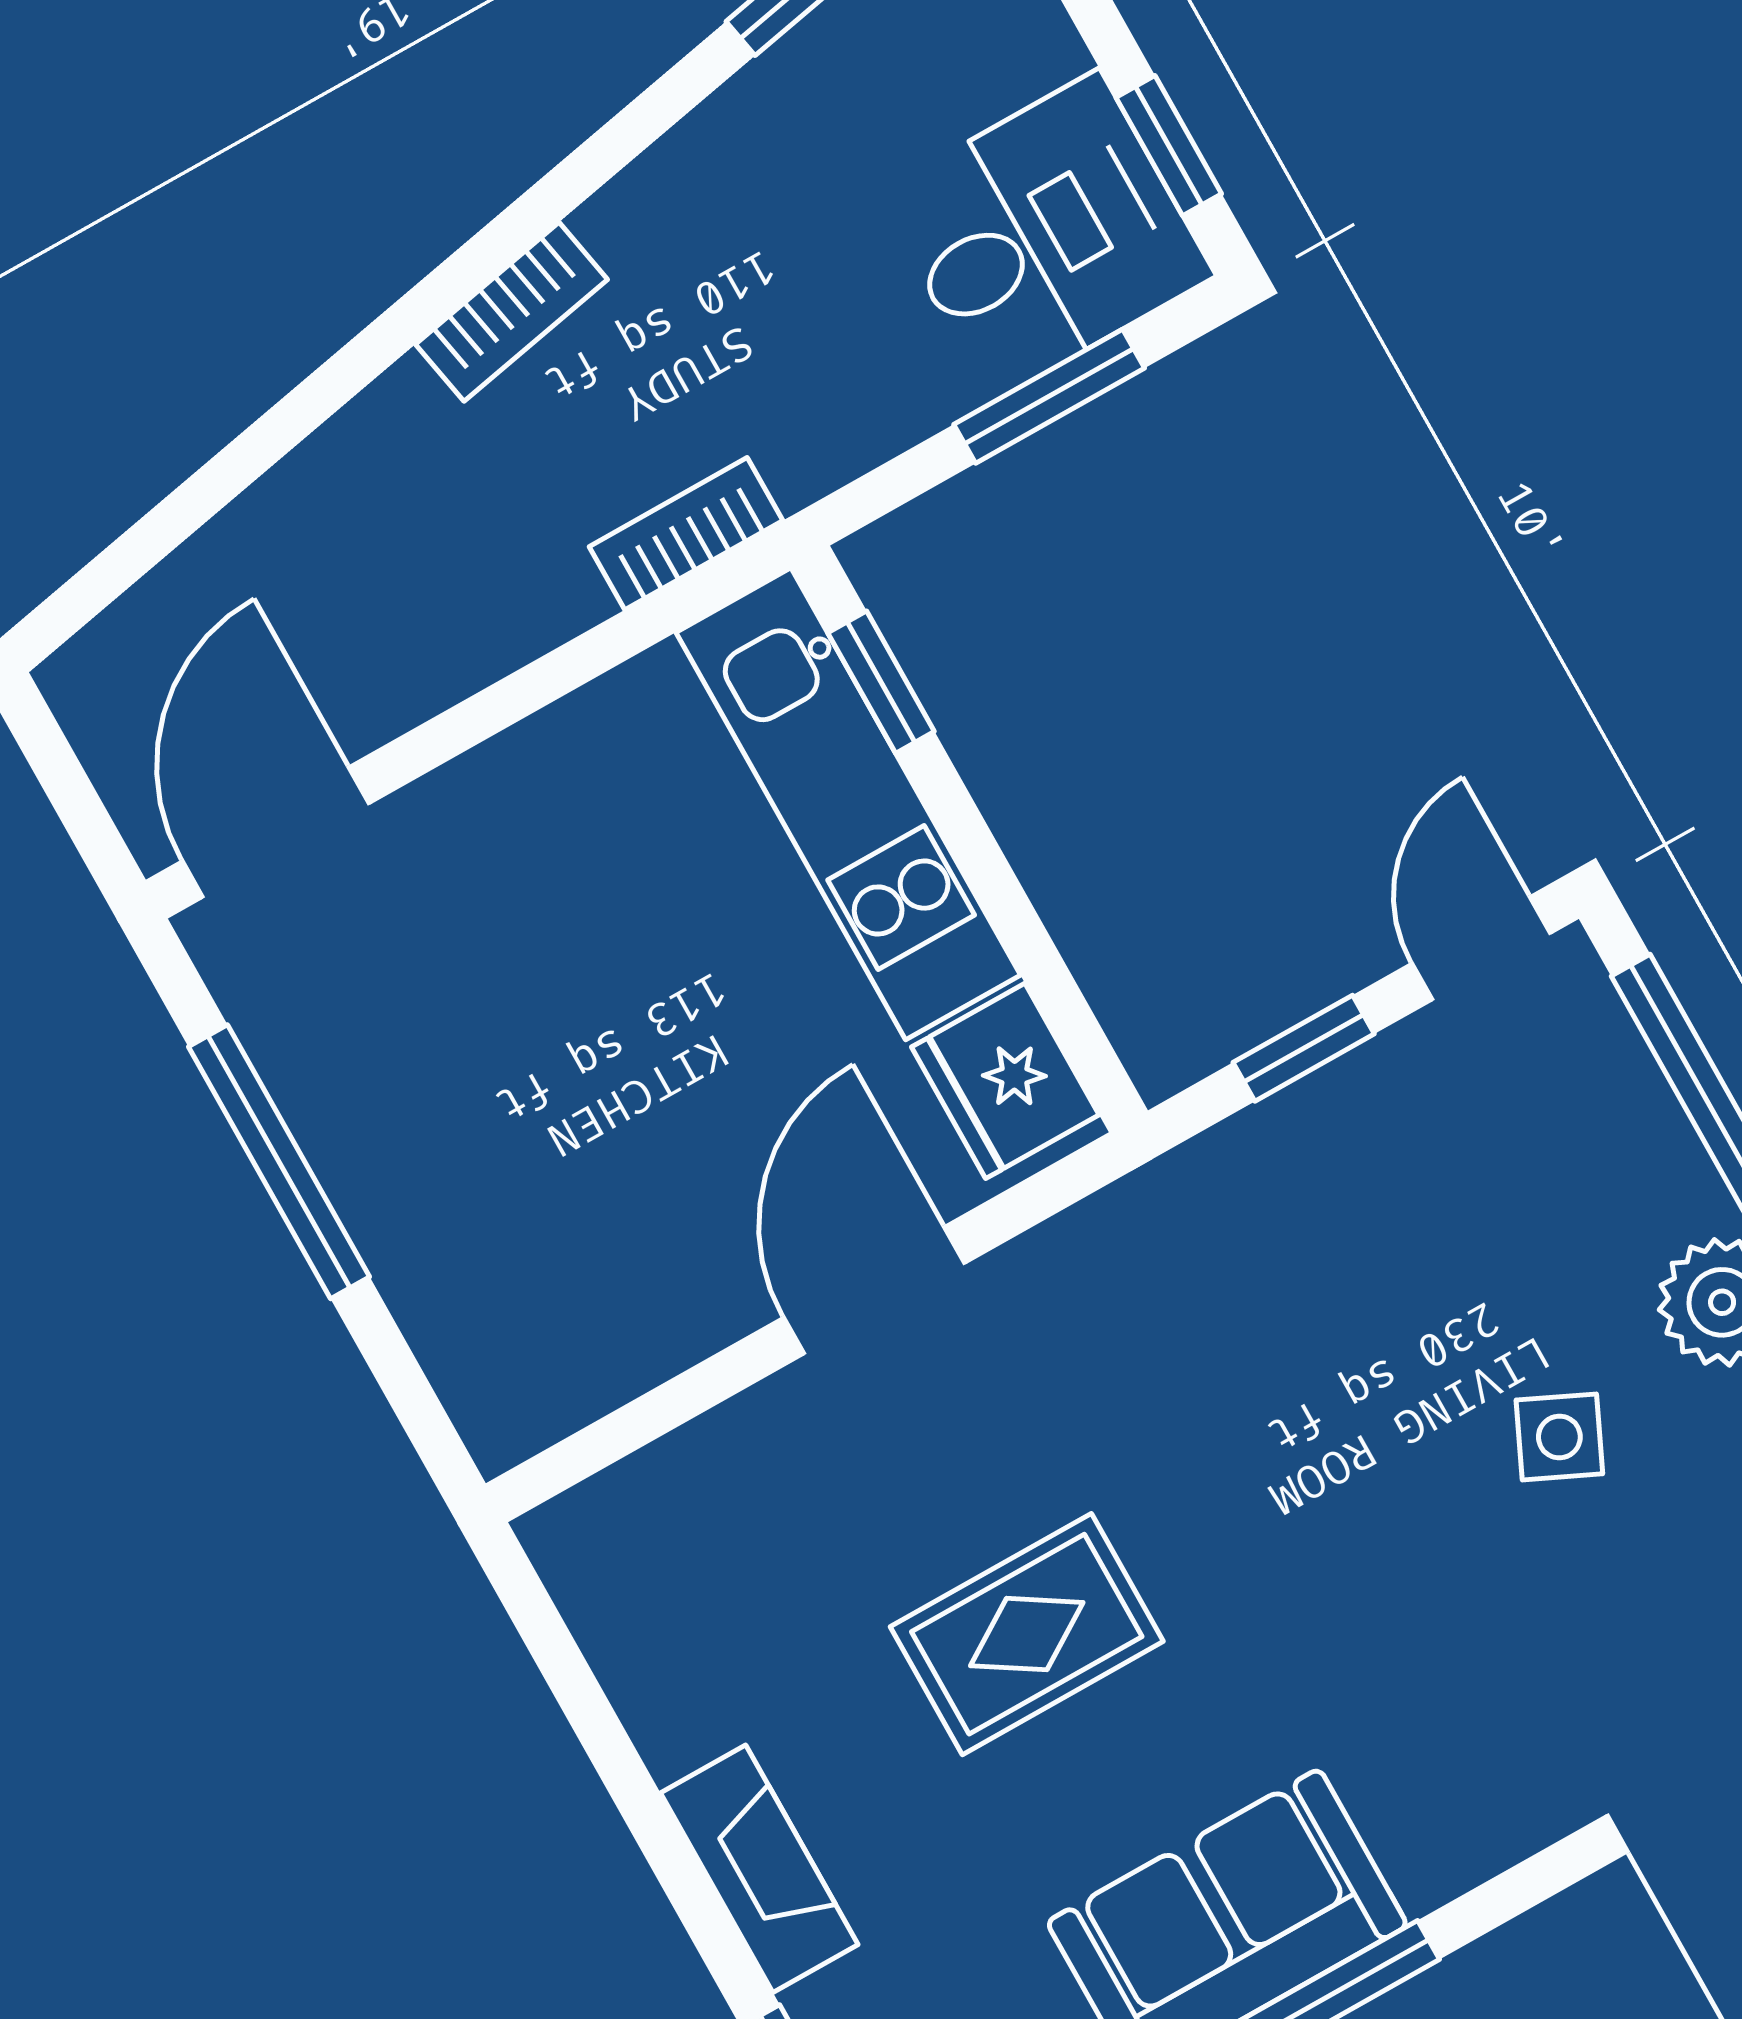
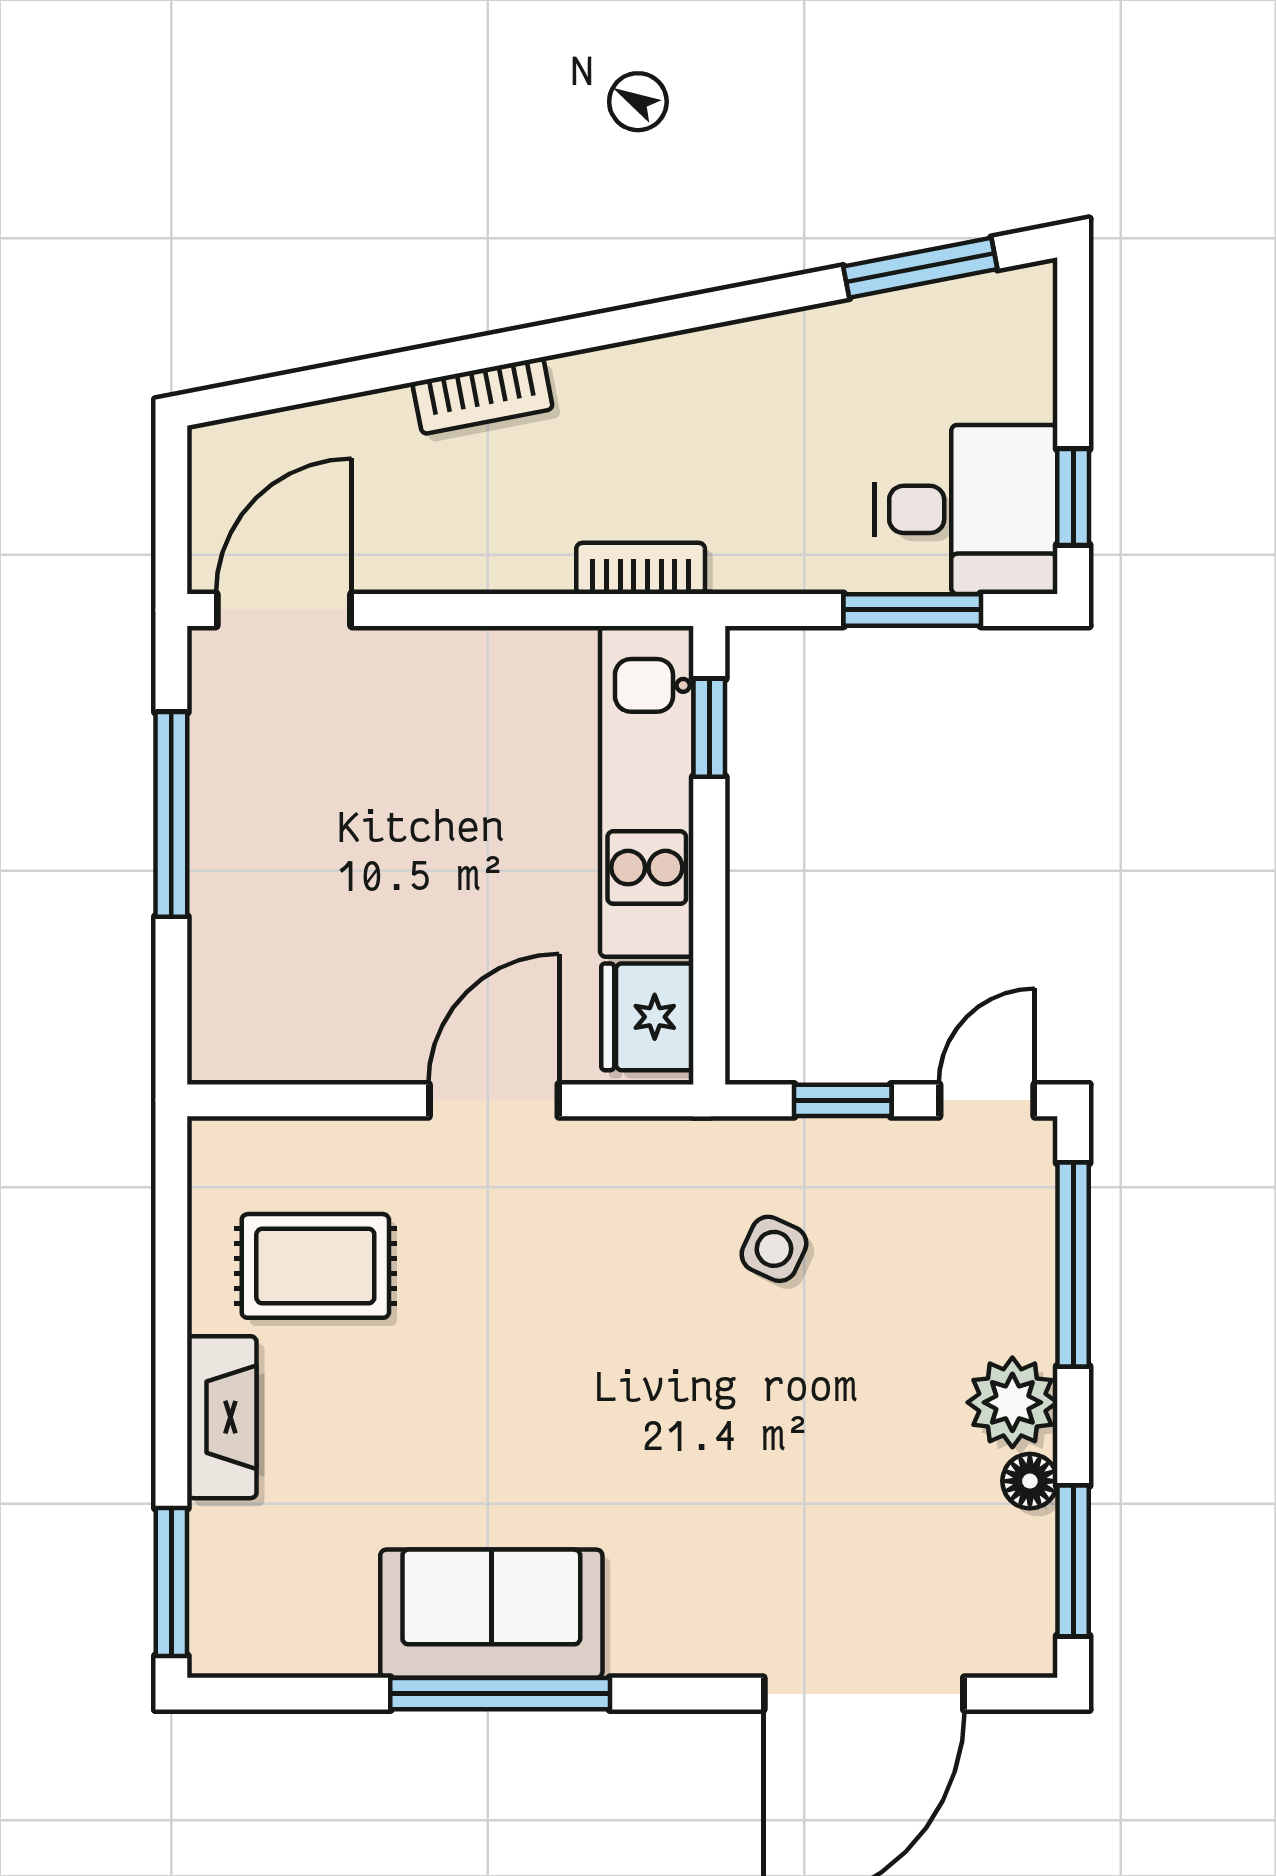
bookcase: (512, 312) -> (483, 396), moved
side table: (1559, 1437) -> (774, 1249), moved
rug: (1027, 1634) -> (315, 1266), moved

